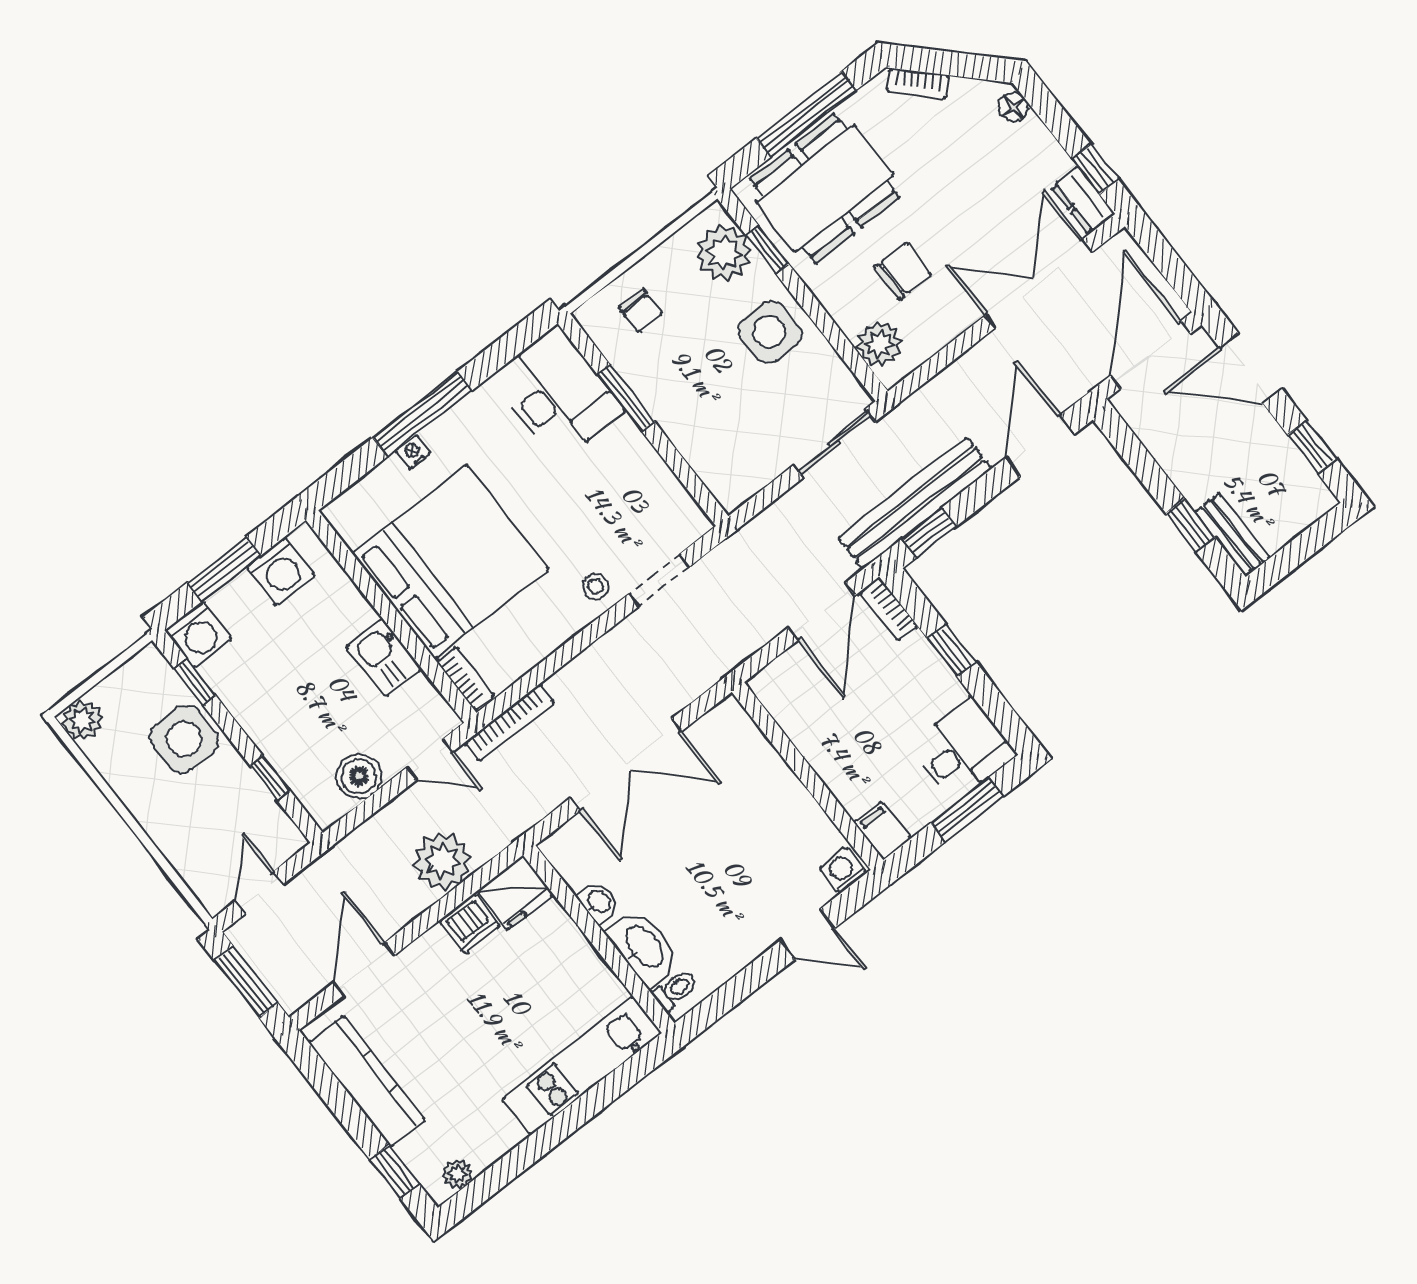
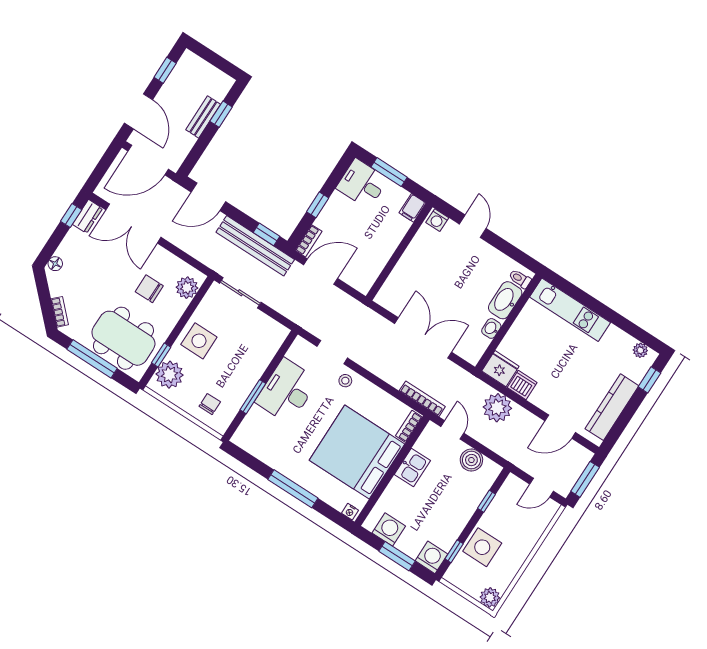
desk: (557, 394) -> (287, 391), moved
nightstand: (413, 452) -> (350, 512), moved
bench: (1233, 535) -> (203, 117), moved

